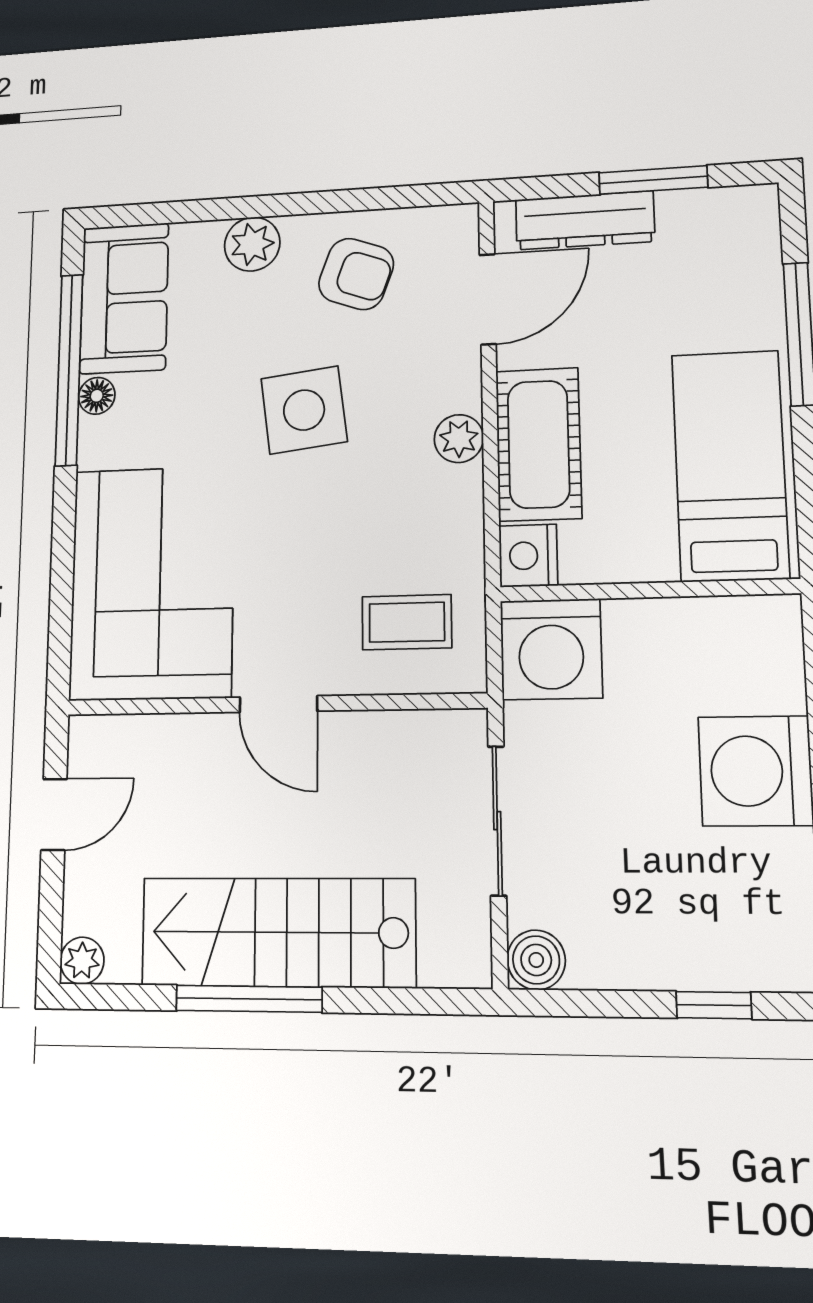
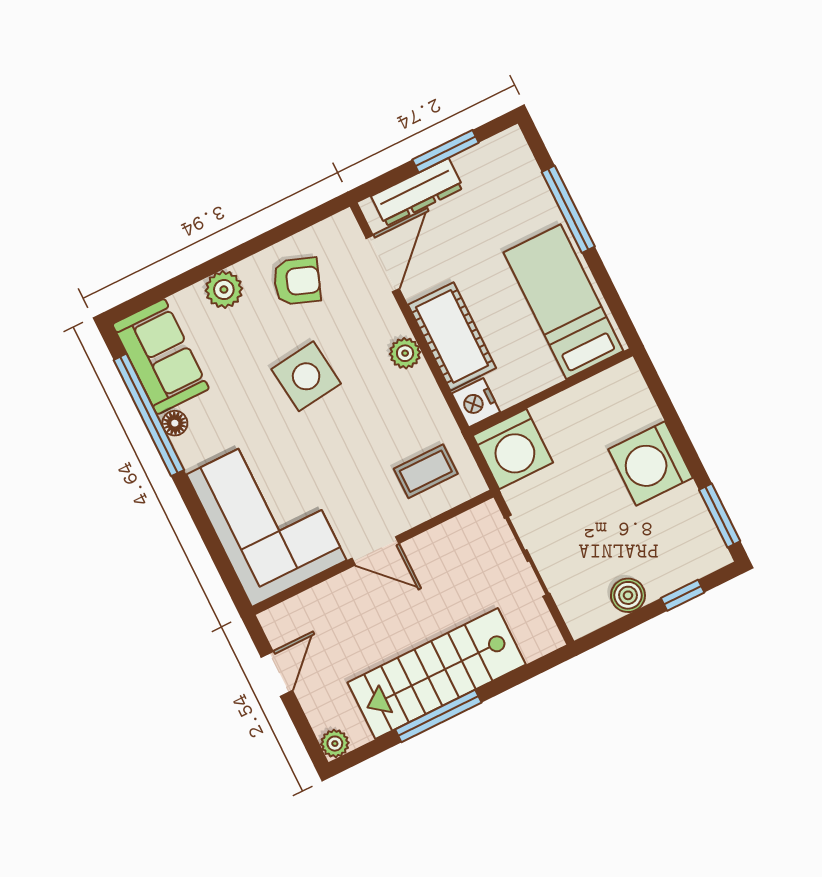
boiler: (536, 960) -> (628, 595), moved

